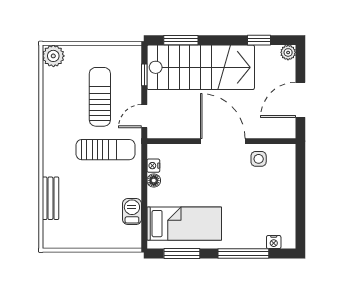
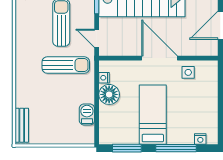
door: (144, 116) -> (97, 38), hinge flipped
floor lamp: (154, 181) -> (109, 94), width x1.89, depth x1.89
bench: (50, 198) -> (22, 125), moved
bed: (184, 224) -> (153, 115), moved, turned -90

